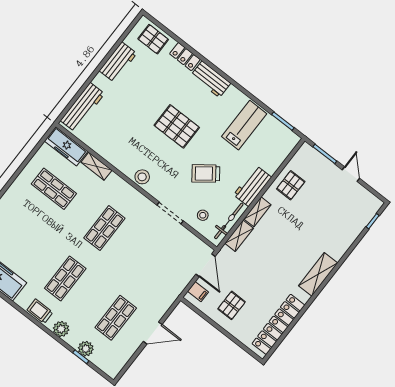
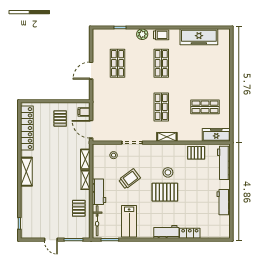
pallet: (153, 39) -> (196, 153), moved
shelving: (96, 166) -> (167, 137), moved
stool: (142, 177) -> (168, 172), moved
bicycle: (229, 221) -> (97, 221), moved
plant: (86, 349) -> (121, 34), removed

